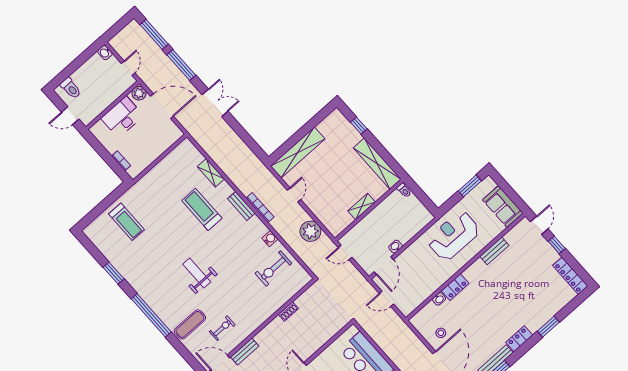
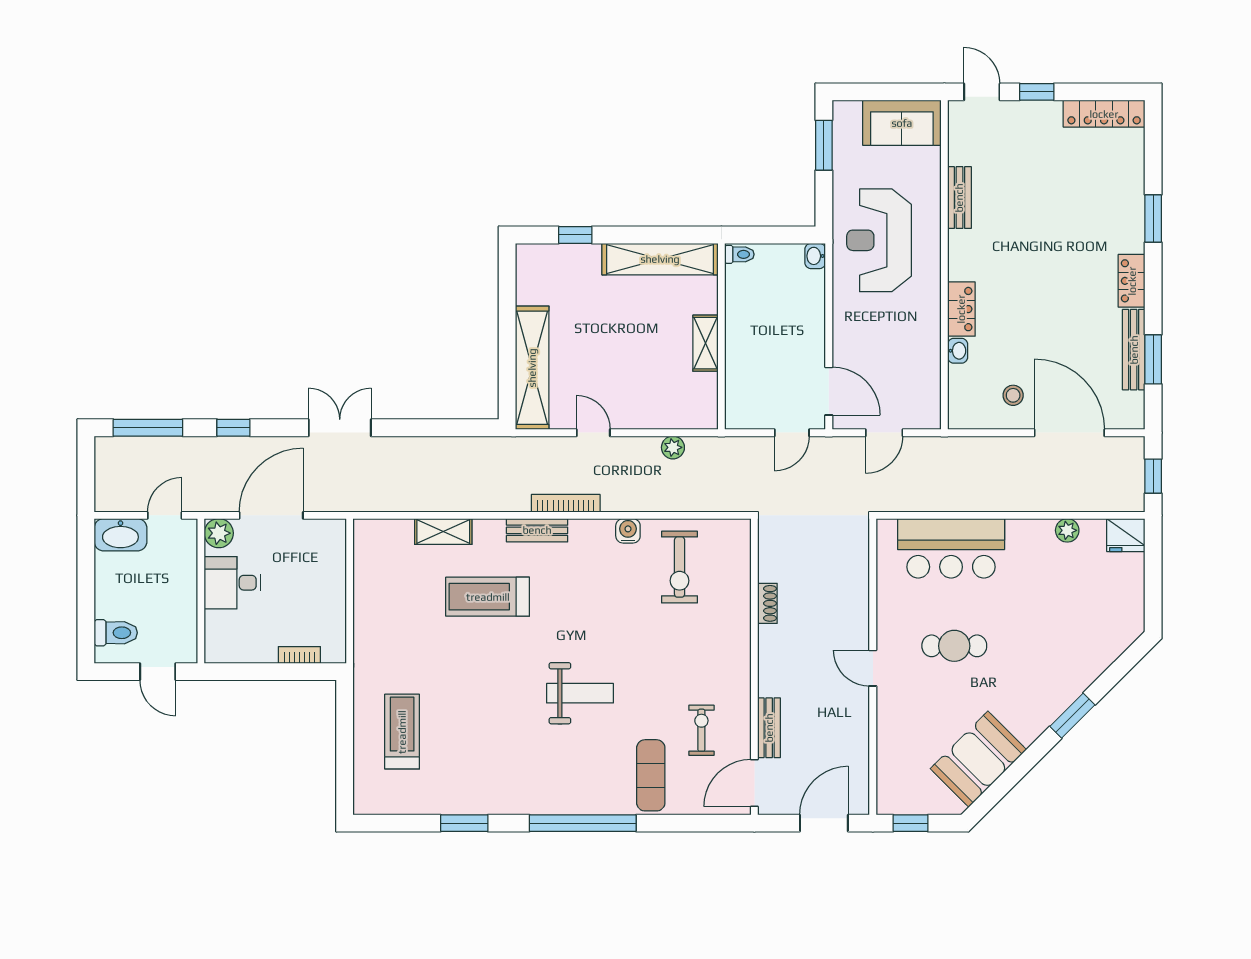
washbasin: (105, 53) -> (120, 535), width x1.91, depth x1.45
window: (181, 65) -> (233, 428), width x0.46
door: (128, 68) -> (165, 515), hinge flipped
door: (70, 116) -> (158, 672), hinge flipped
desk: (122, 117) -> (232, 583), width x0.73
treadmill: (127, 222) -> (402, 732), turned -90
plant: (310, 231) -> (673, 447), width x0.53, depth x0.53
washbasin: (395, 247) -> (815, 256), moved
door: (345, 252) -> (792, 433), moved
weight bench: (197, 273) -> (580, 693), turned 180

